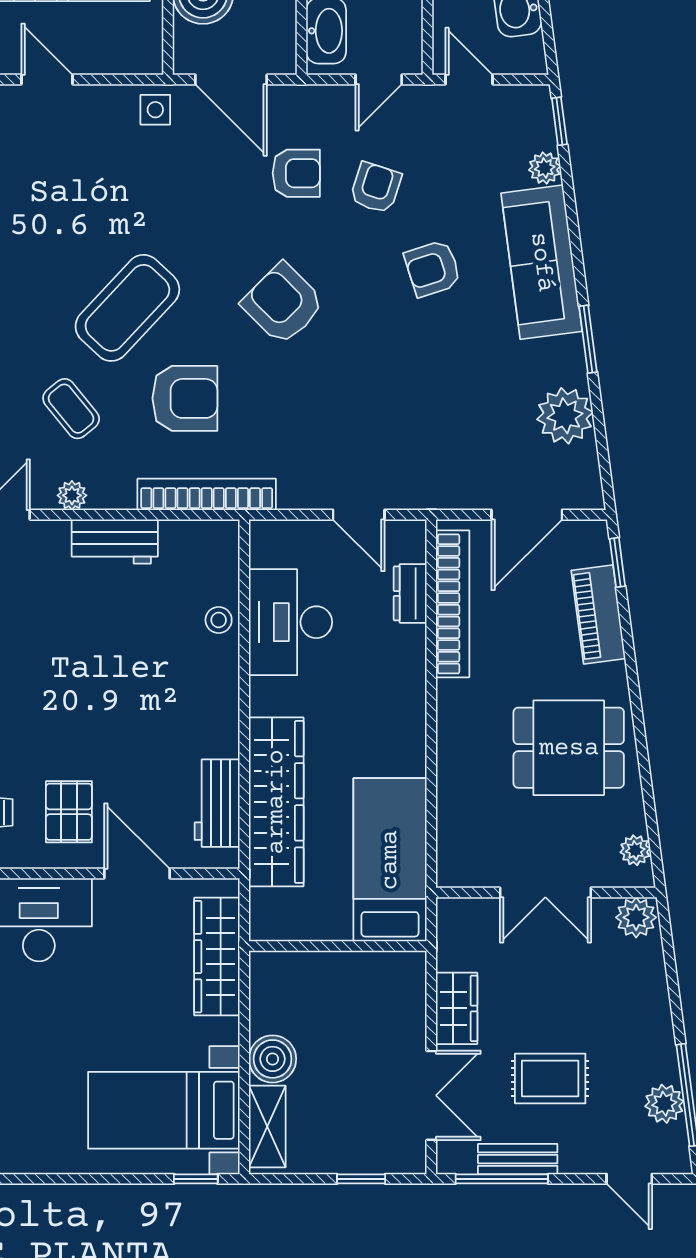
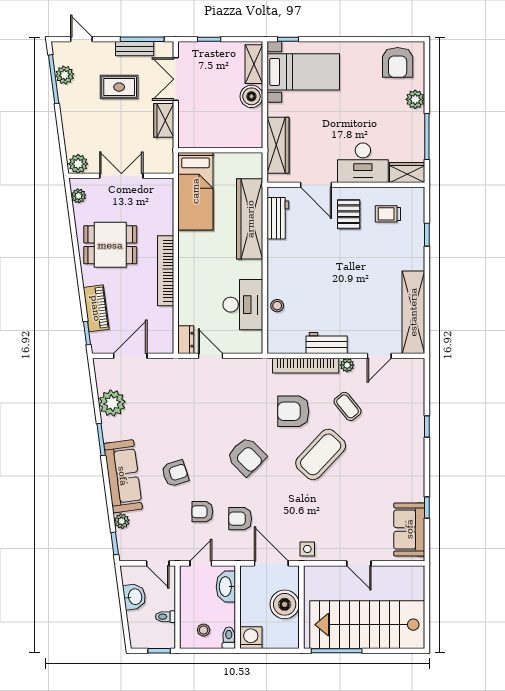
armchair: (376, 188) -> (202, 512), turned 72
bookcase: (207, 494) -> (306, 366), moved
dresser: (410, 593) -> (186, 340), moved
bookcase: (453, 604) -> (166, 271), moved

